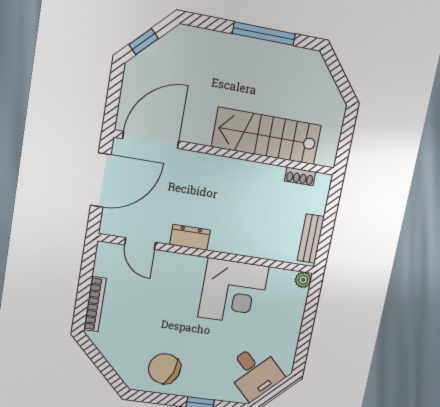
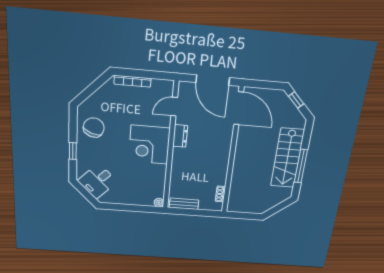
stairs: (267, 136) -> (287, 158), moved, turned 180
corner desk: (233, 292) -> (149, 145), moved

